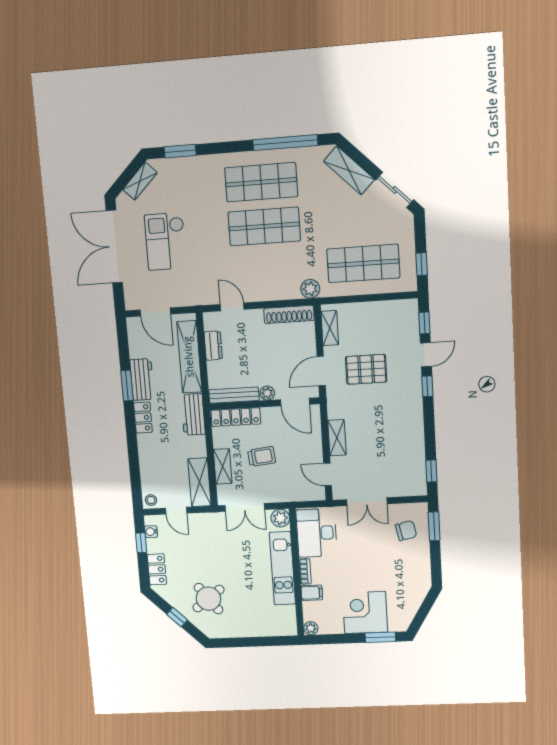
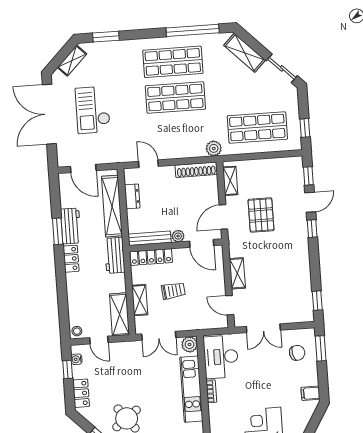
pallet: (366, 369) -> (261, 215), turned 90
filing cabinet: (312, 593) -> (310, 393), moved, turned 180

